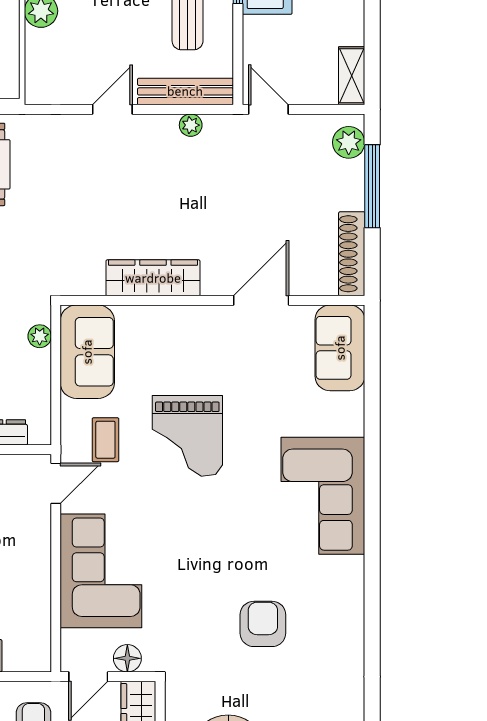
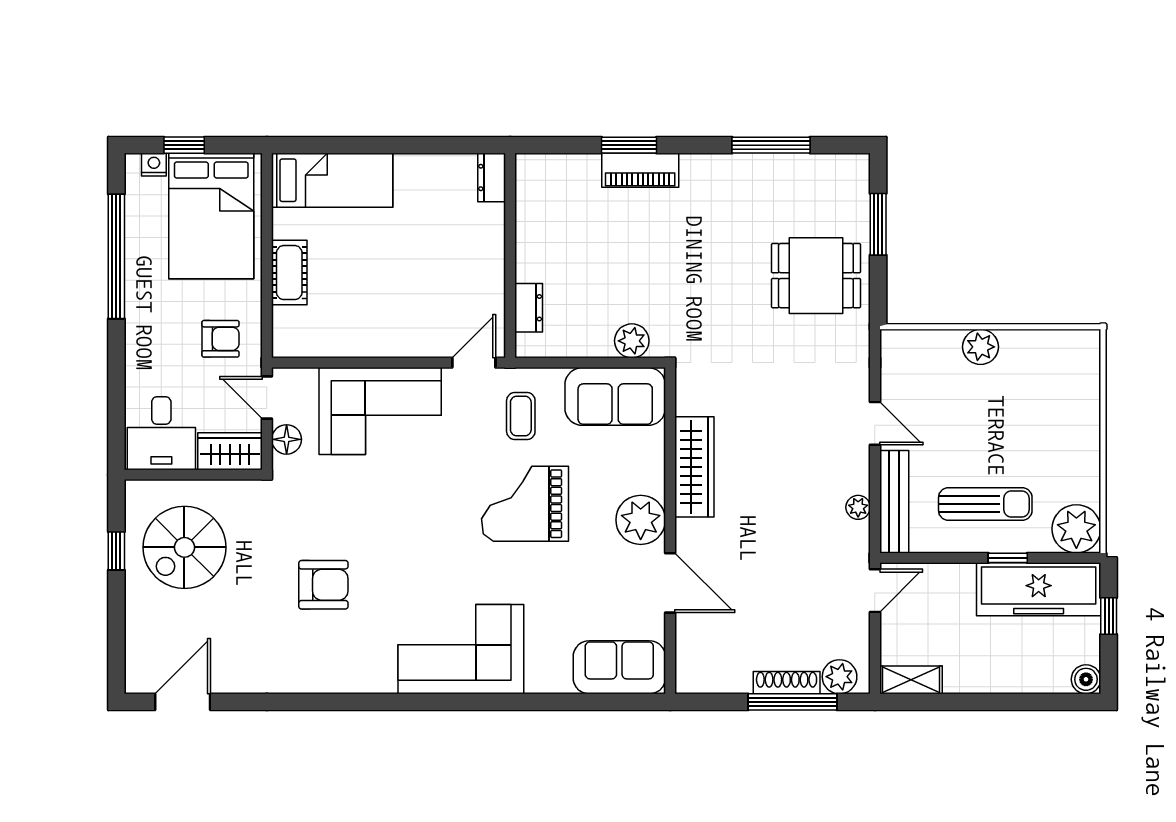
shoe rack: (352, 254) -> (787, 683), moved, width x0.74, depth x0.81
plant: (202, 328) -> (641, 520), added
plant: (40, 336) -> (632, 341), width x1.38, depth x1.38
coffee table: (105, 440) -> (521, 416), turned 90
door: (56, 483) -> (474, 363), swing flipped

